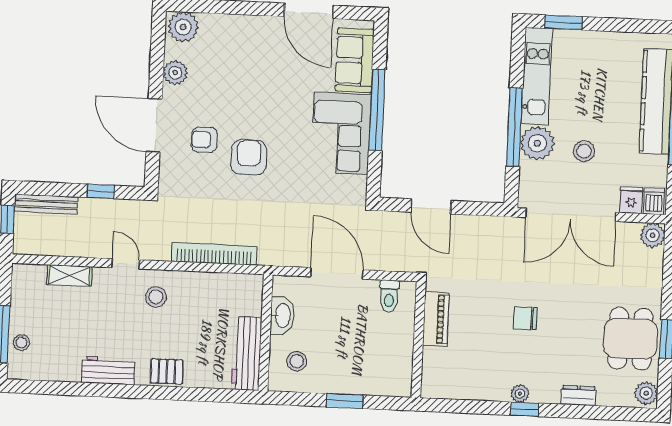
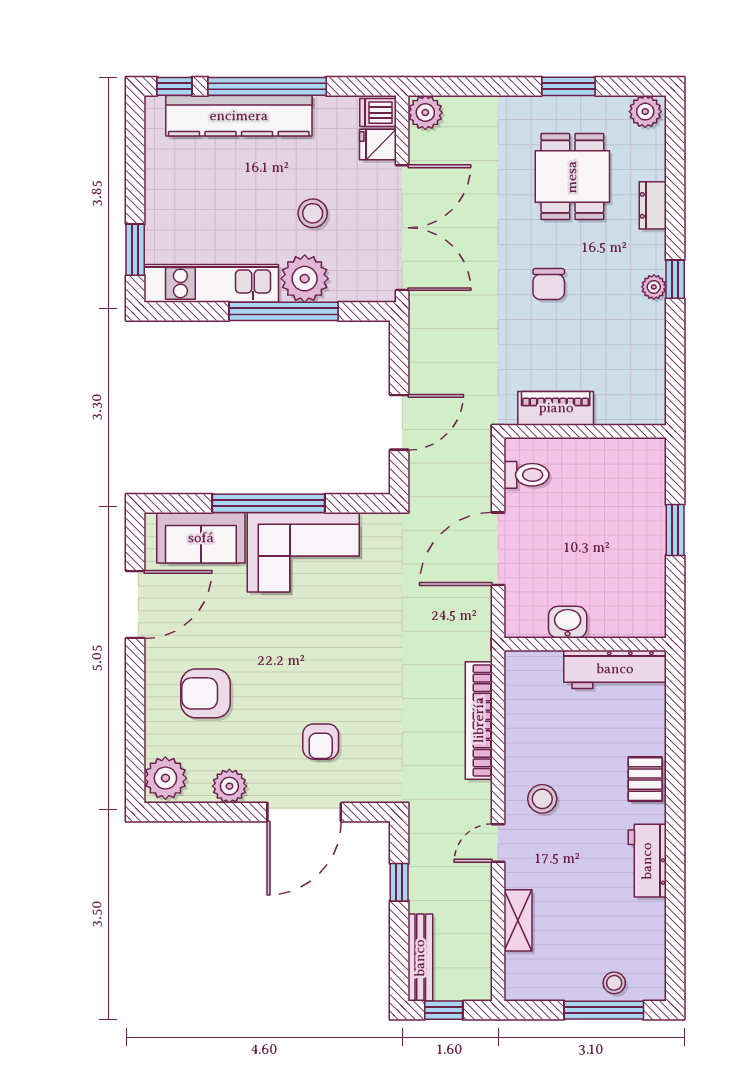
armchair: (249, 157) -> (206, 693), moved
washbasin: (282, 316) -> (568, 622), width x0.72
dining table: (630, 339) -> (572, 177), moved, turned 90
stool: (297, 361) -> (623, 599), removed

